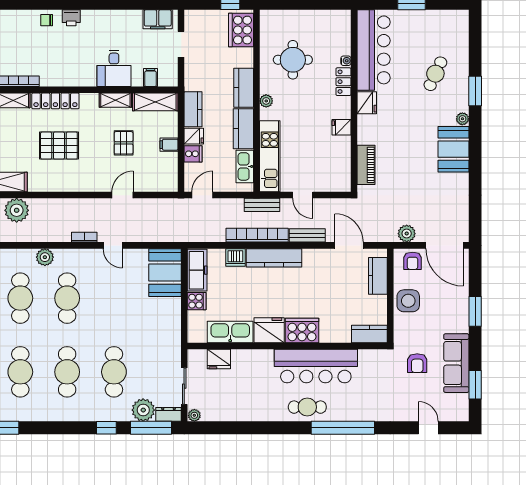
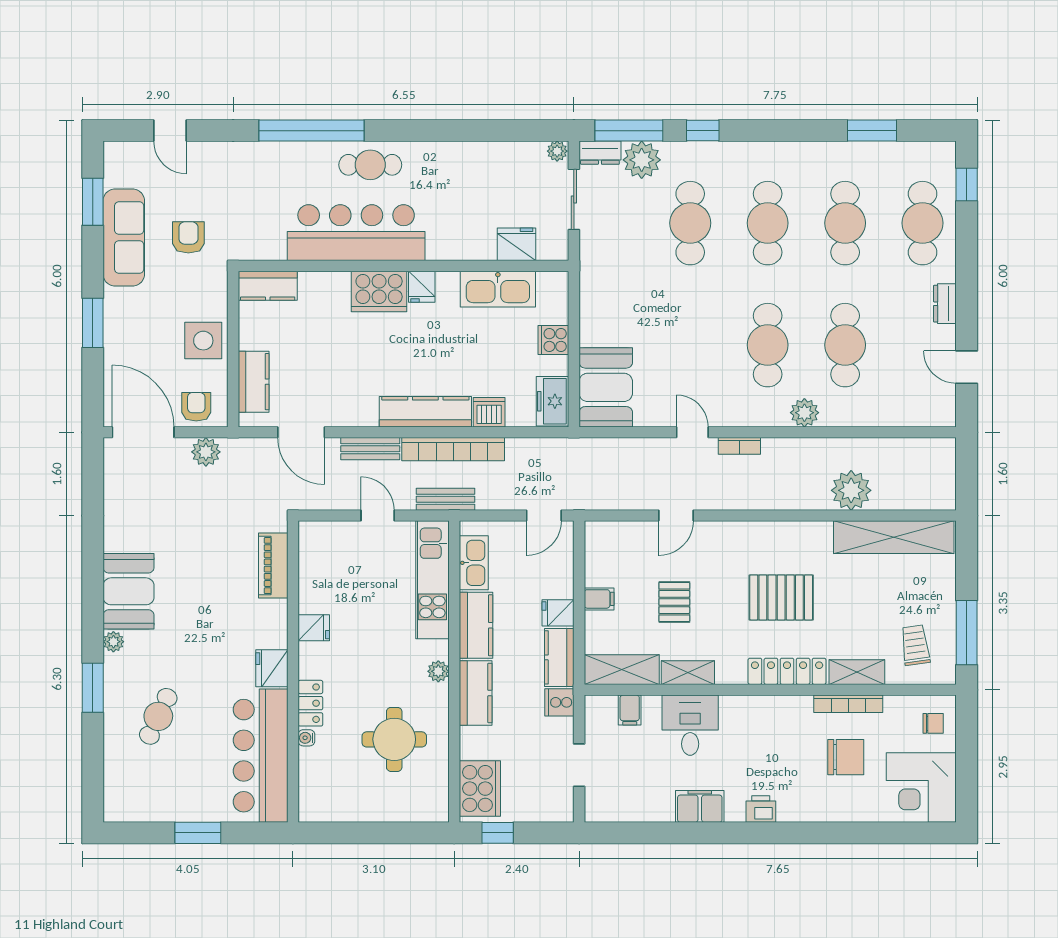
filing cabinet: (158, 19) -> (700, 806), moved
chair: (47, 20) -> (846, 757), moved, width x1.87, depth x1.87
cooker: (193, 154) -> (559, 702), moved
freezer: (197, 270) -> (553, 401), width x0.71
fridge: (269, 330) -> (422, 287), width x0.53, depth x0.75

